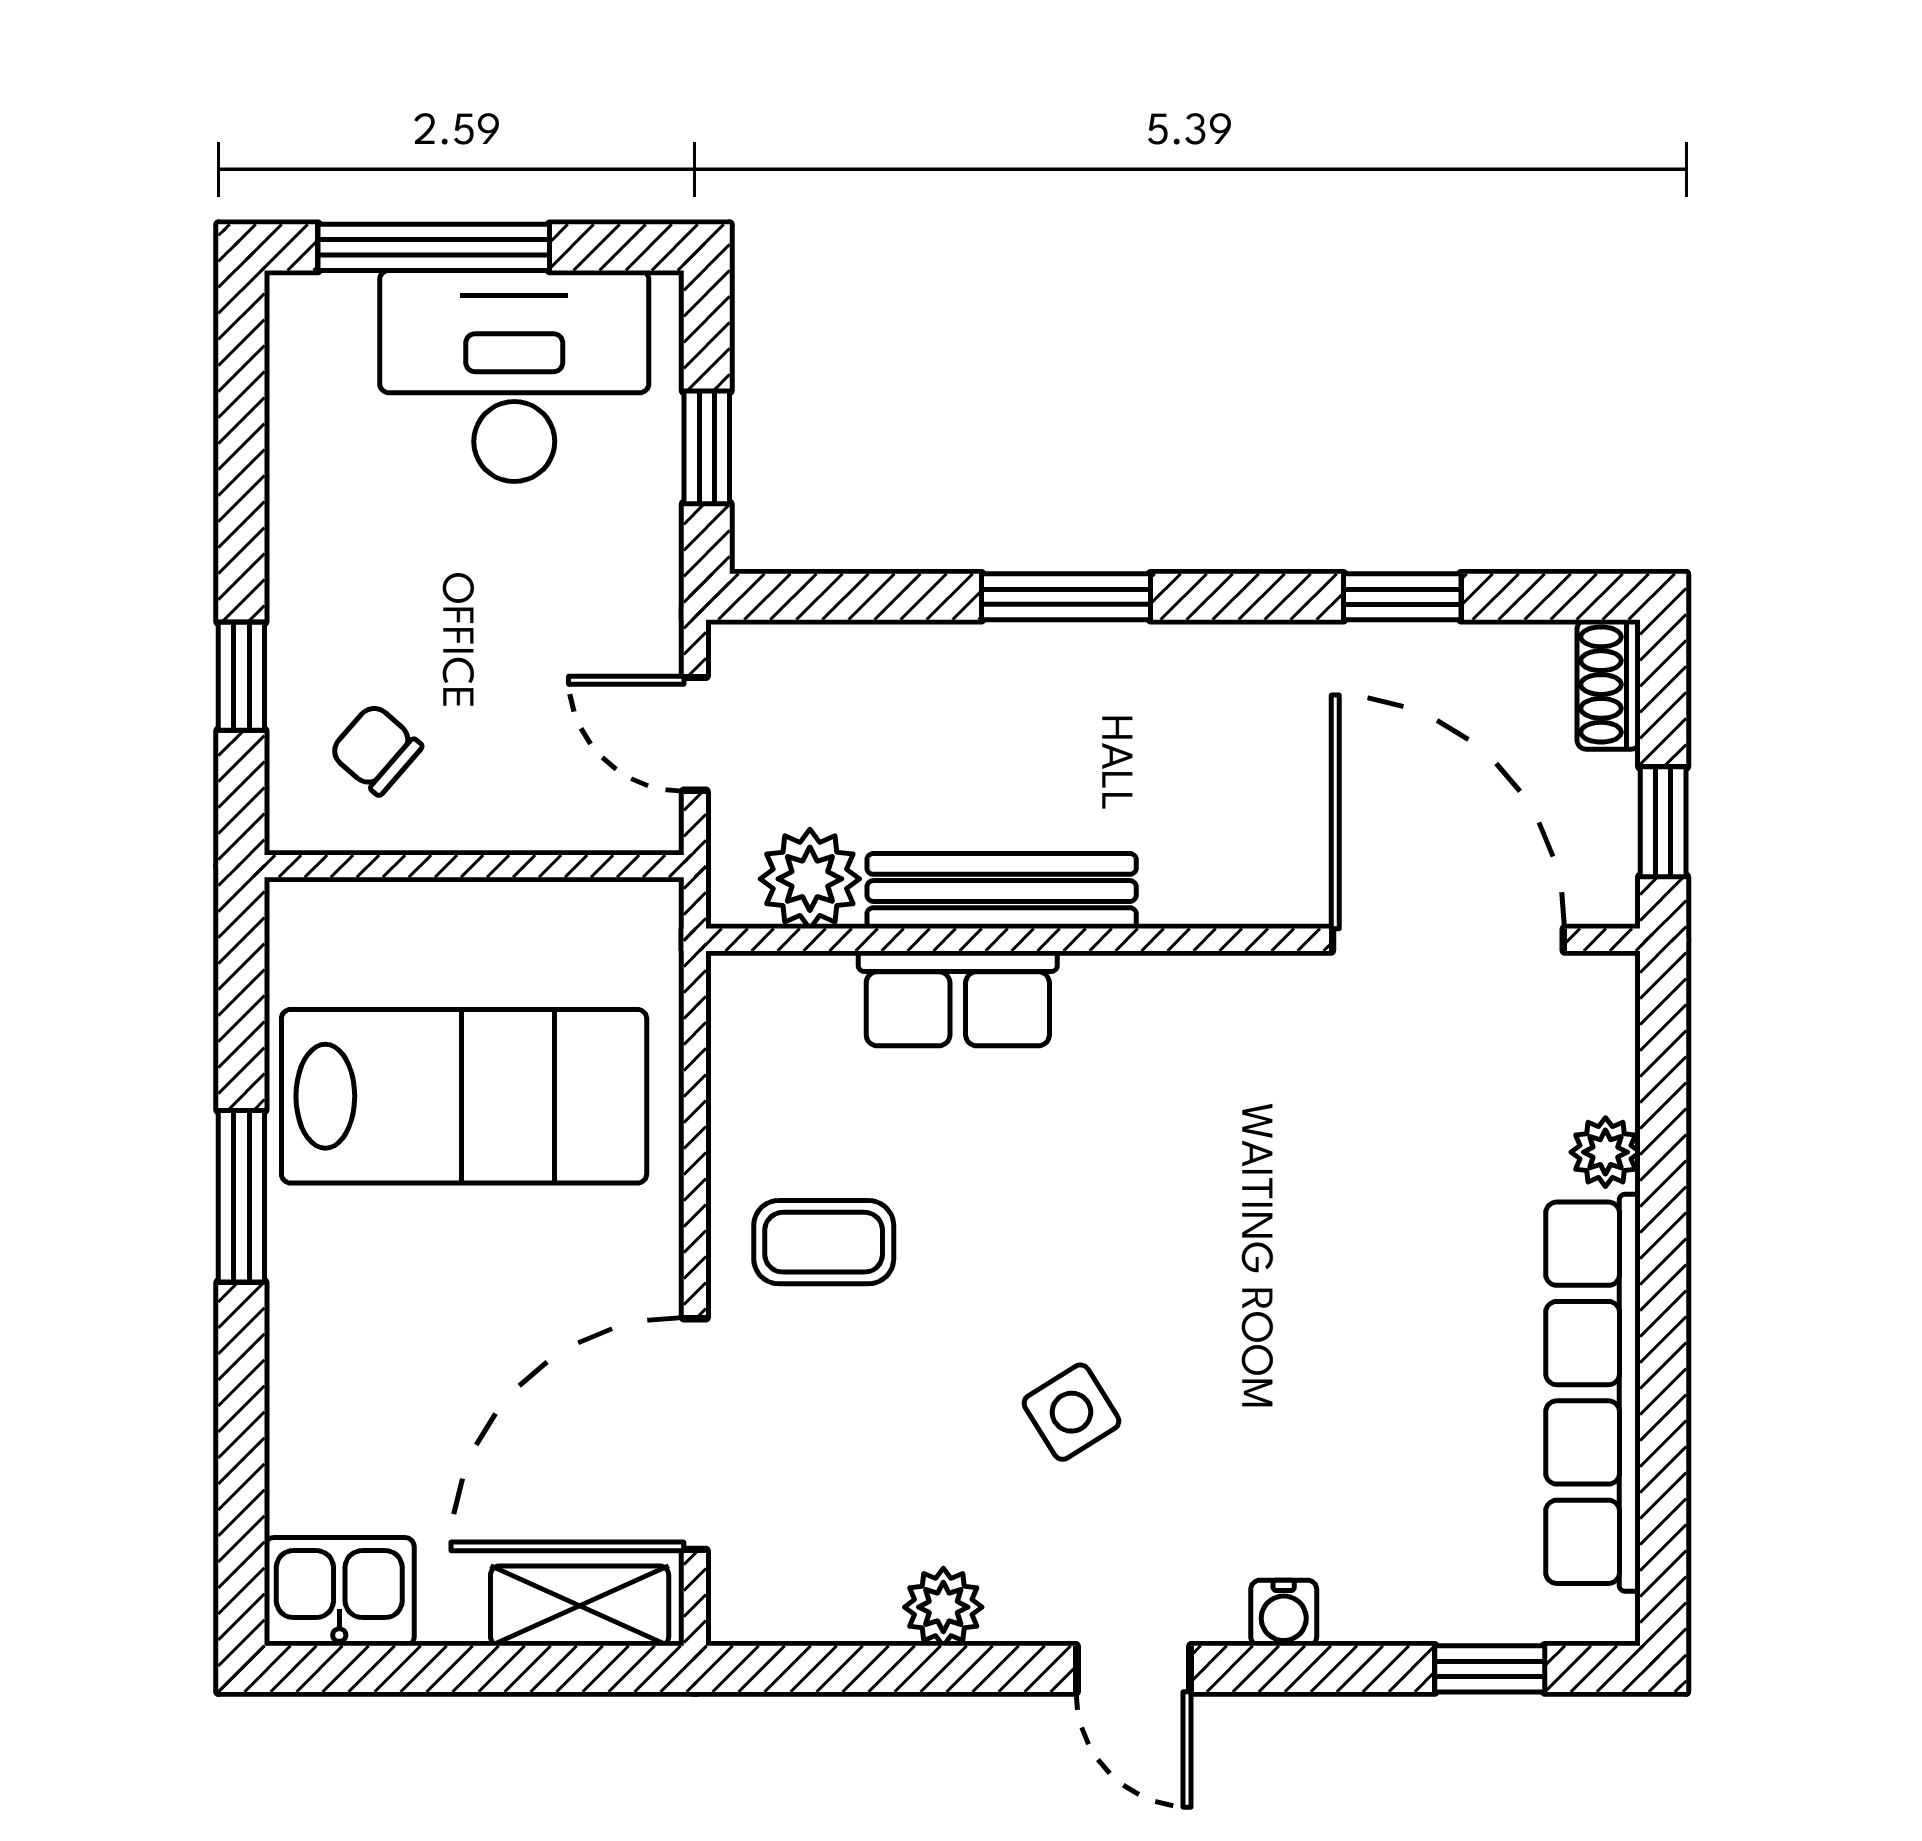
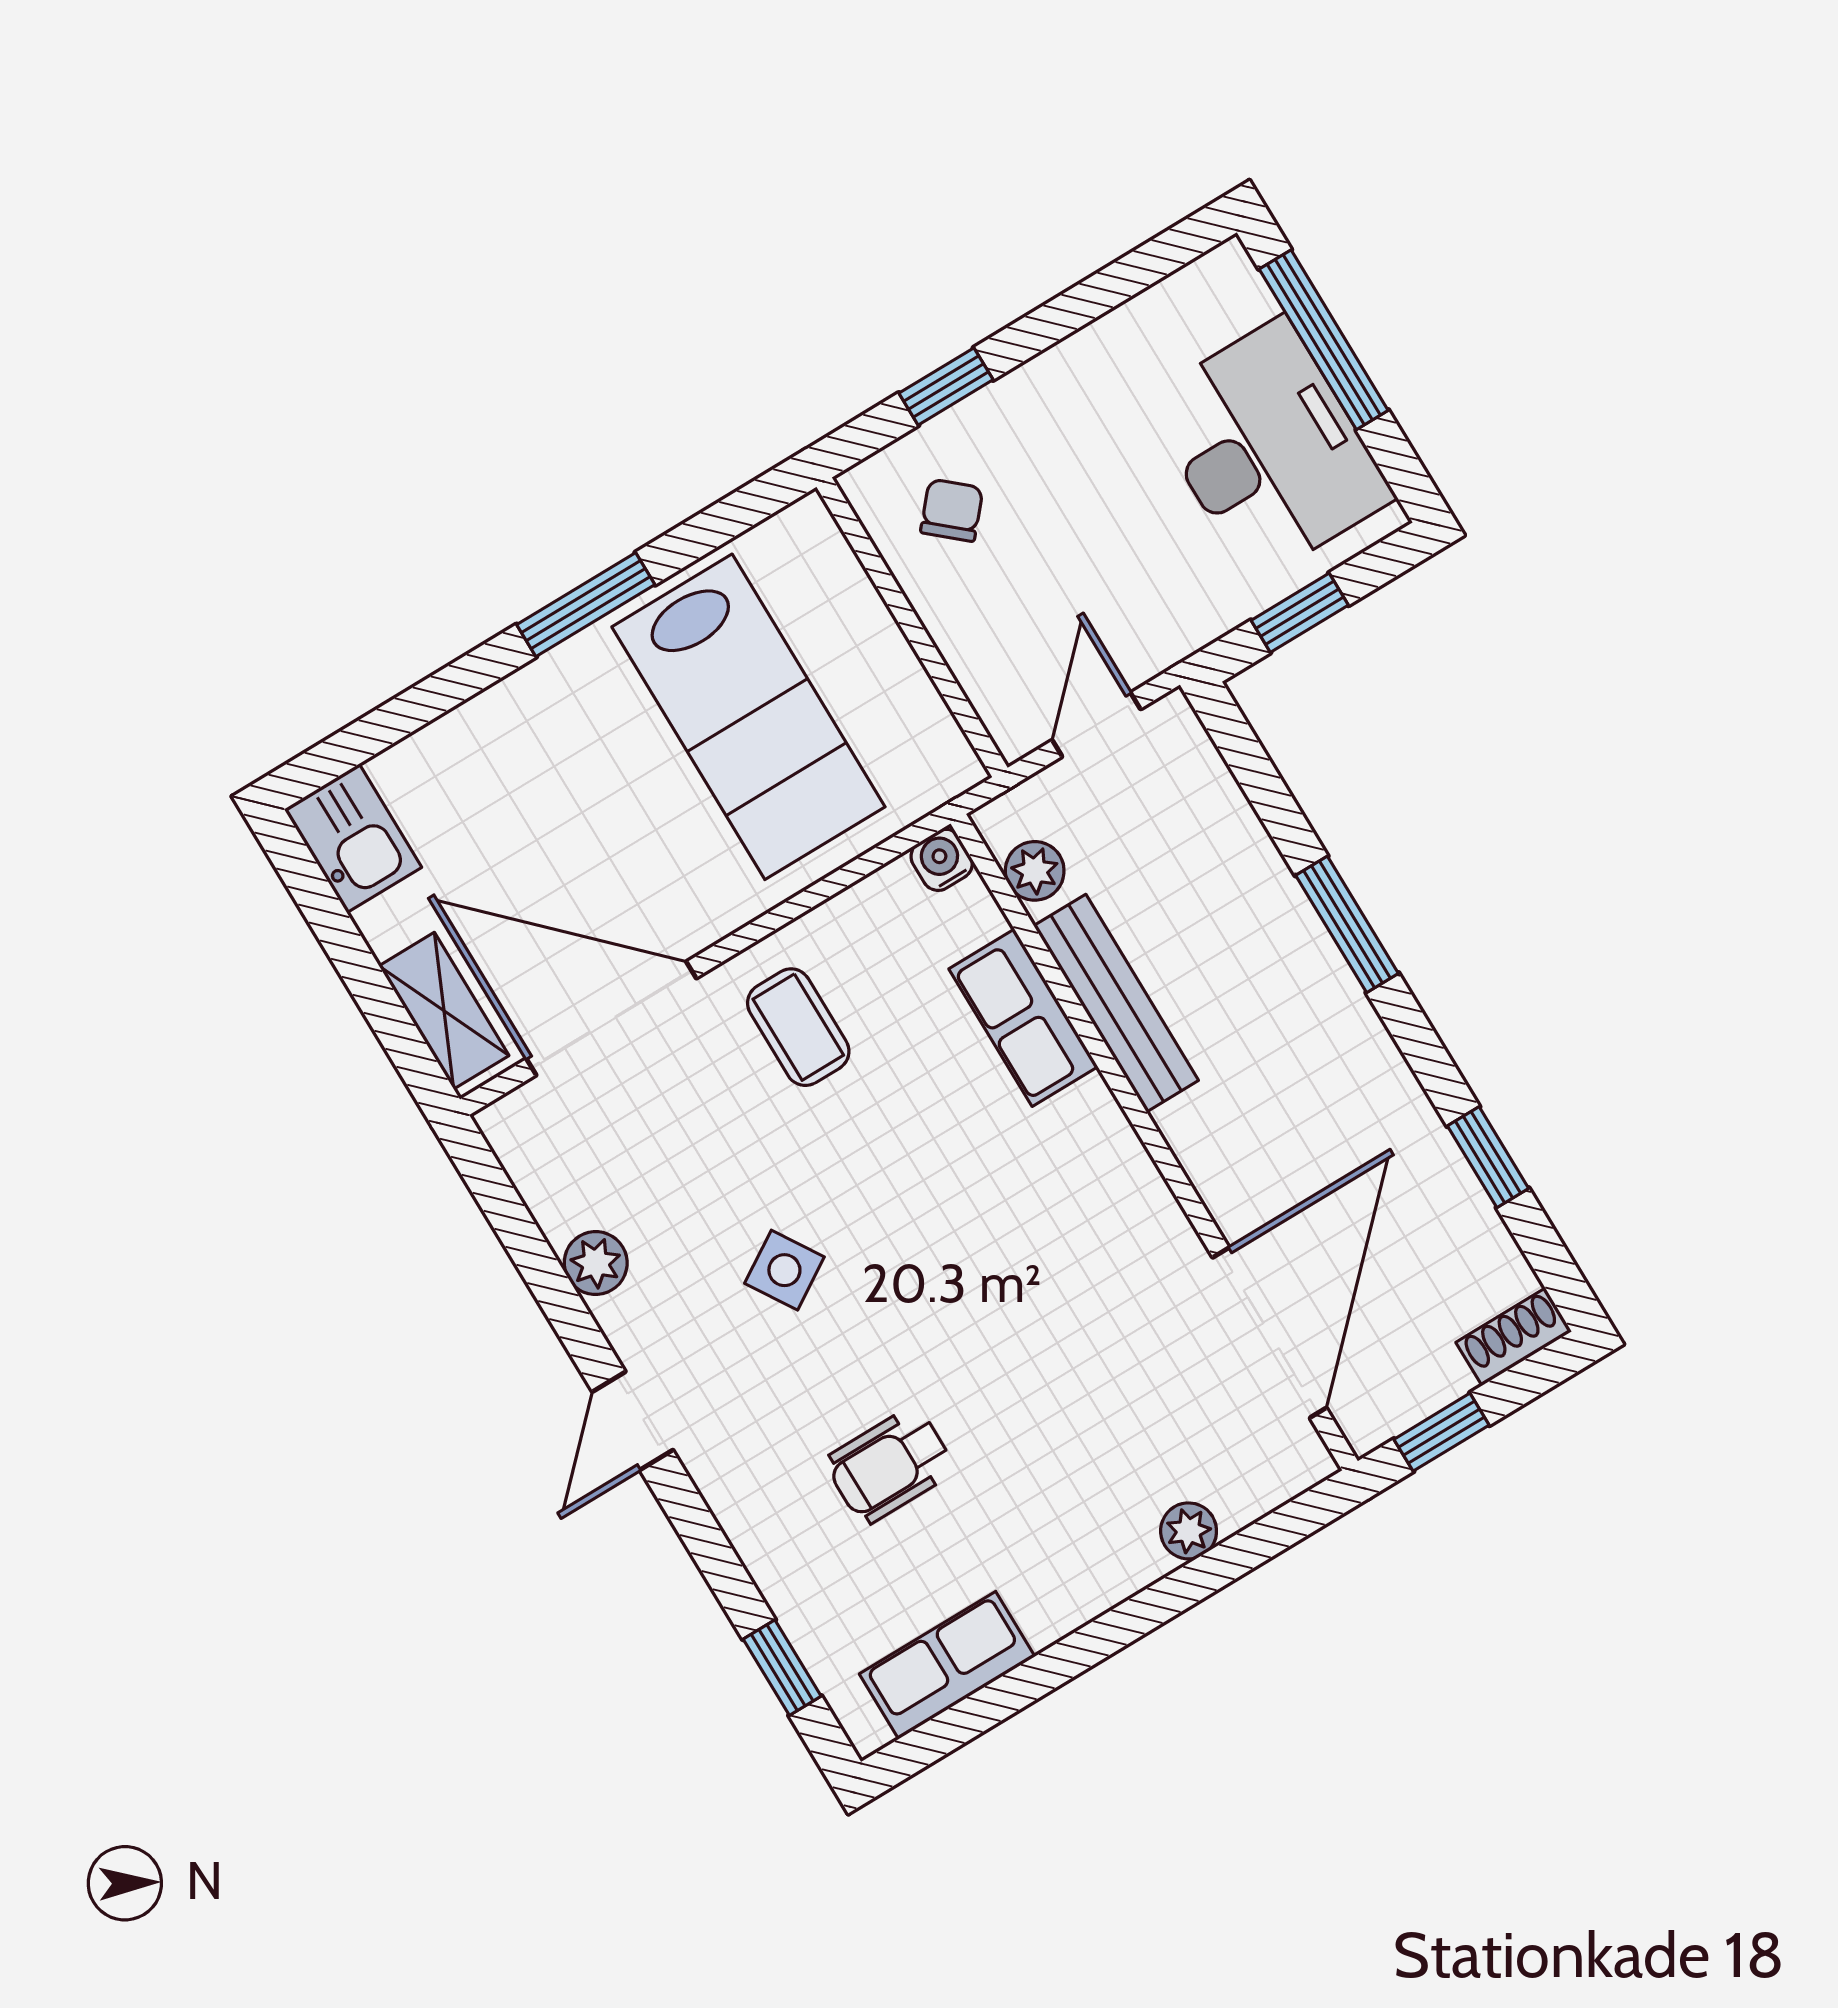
plant: (810, 879) -> (1035, 871), width x0.73, depth x0.73
row of seats: (1593, 1393) -> (947, 1665), width x0.50
wheelchair: (1345, 1426) -> (890, 1465), added
water cooler: (1284, 1613) -> (942, 860), moved, turned 90

